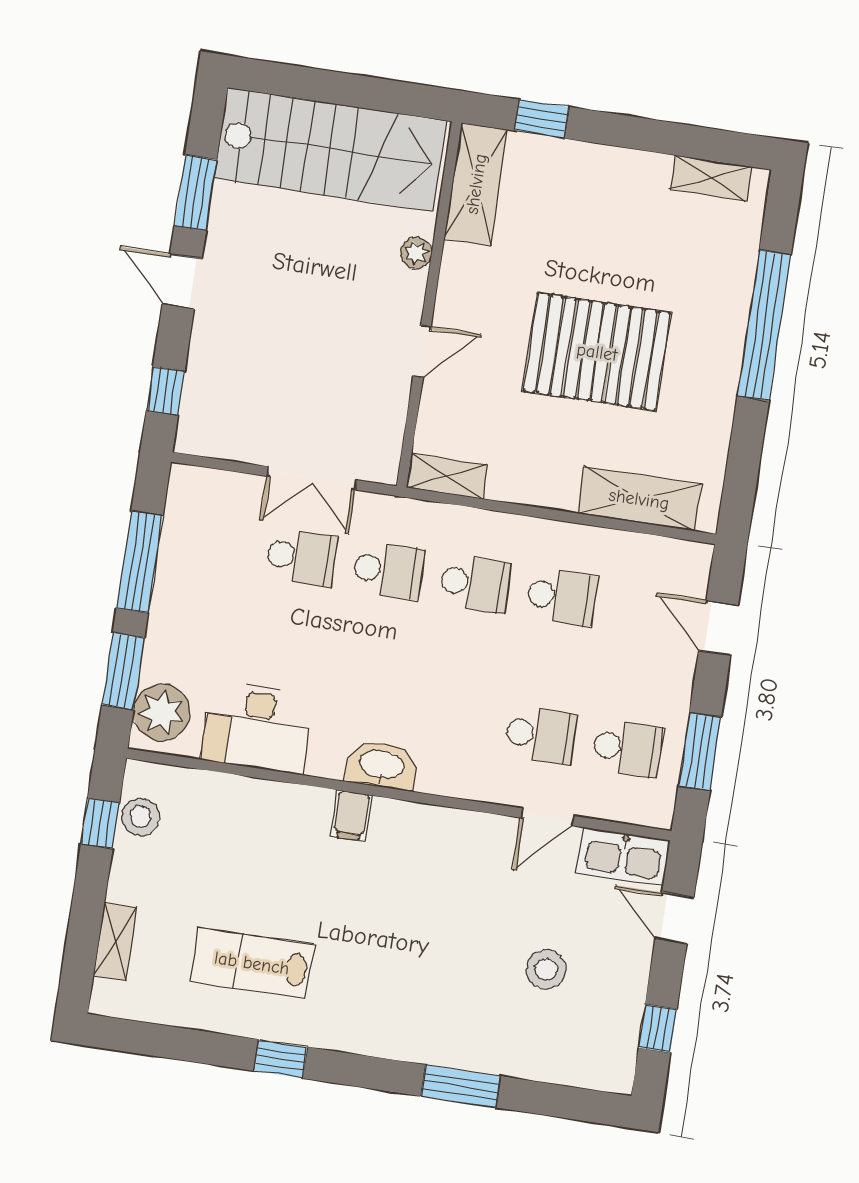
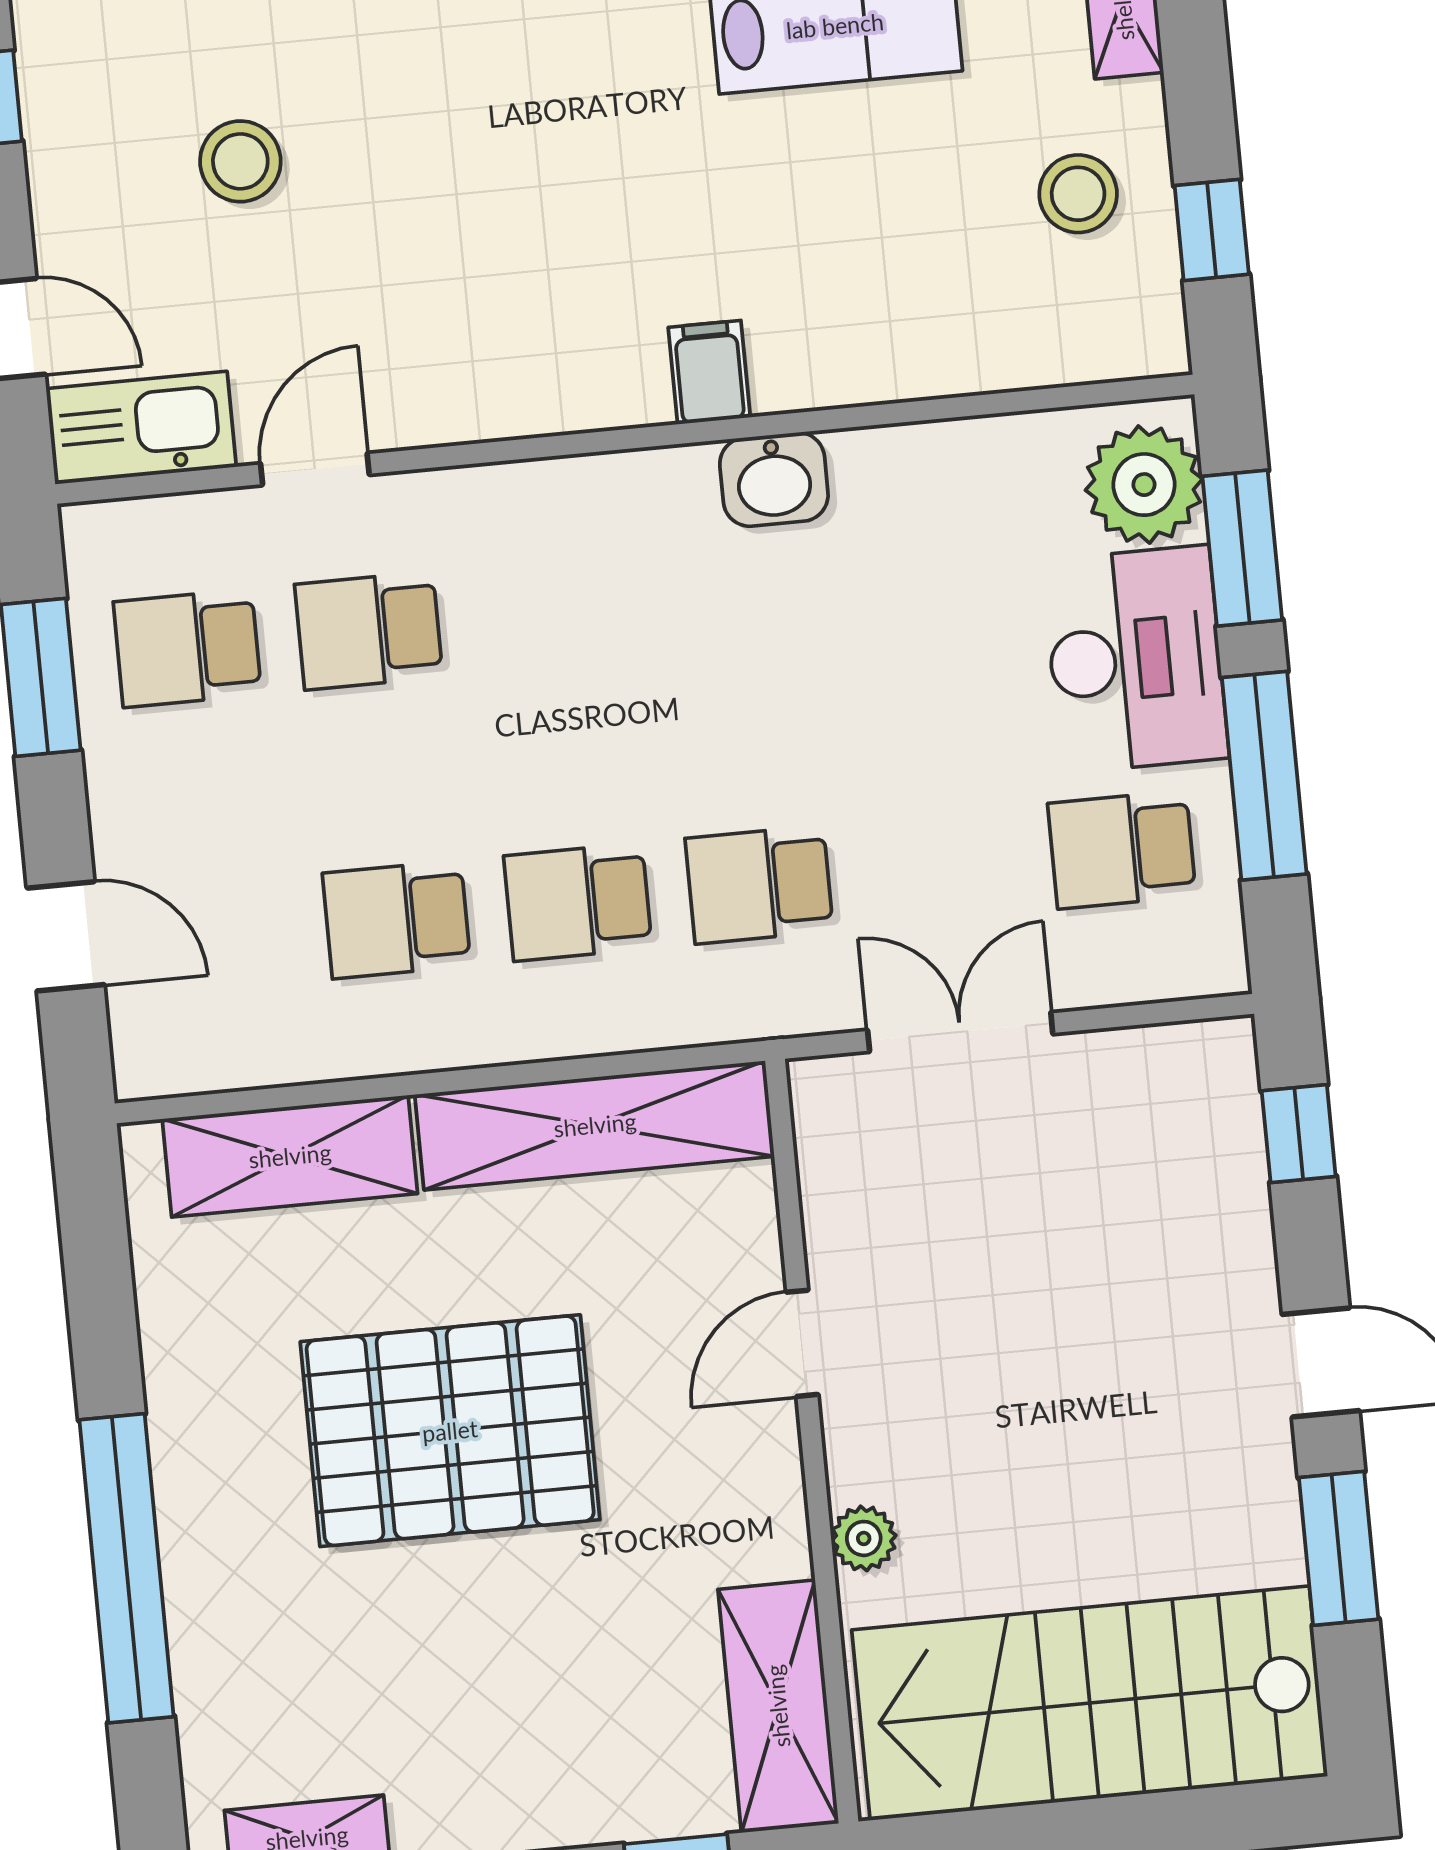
shelving: (447, 476) -> (595, 1125), width x2.20, depth x1.33
school desk: (302, 557) -> (1122, 850), moved
desk: (257, 727) -> (1135, 659), moved, turned 90
washbasin: (382, 765) -> (774, 479), moved, width x0.72
stool: (141, 817) -> (1078, 194), moved

